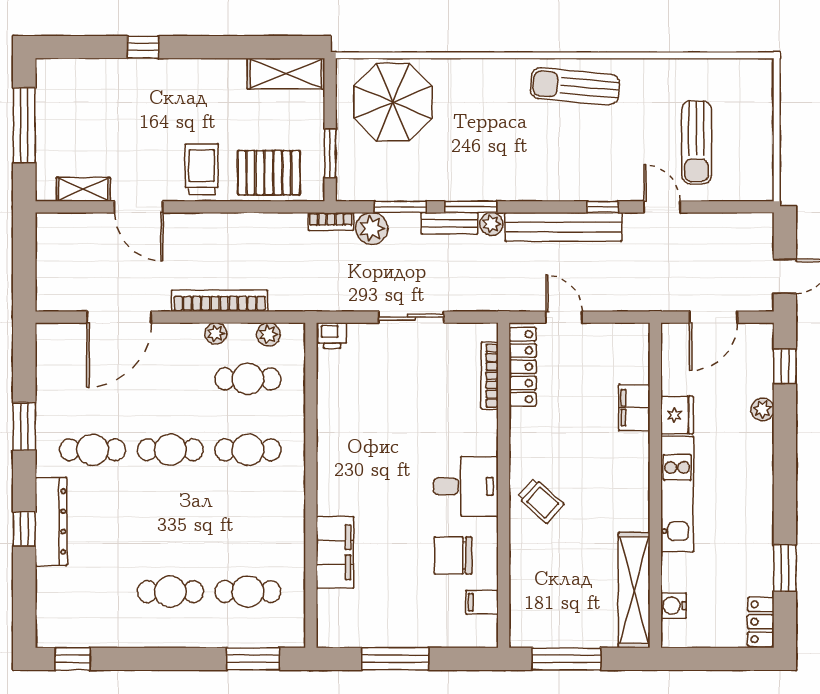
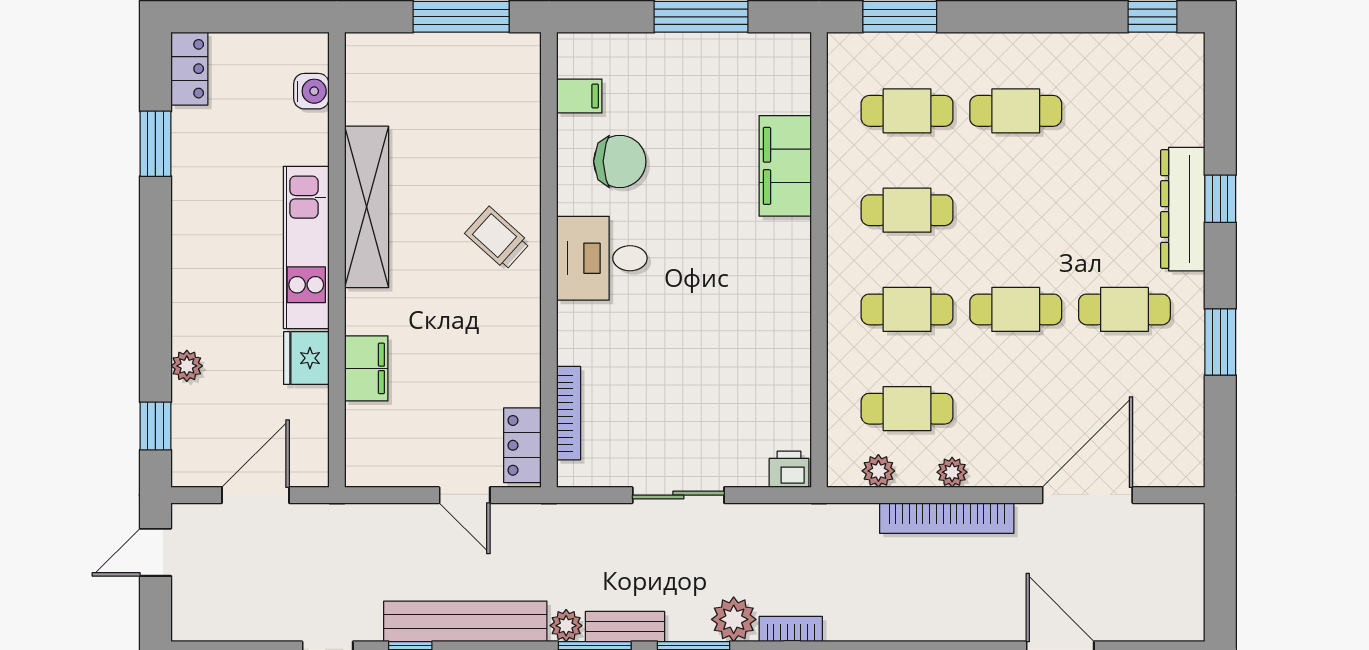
locker: (523, 367) -> (522, 445), width x0.66
cafe table: (248, 521) -> (907, 210), added
shelving: (634, 590) -> (367, 207), moved

